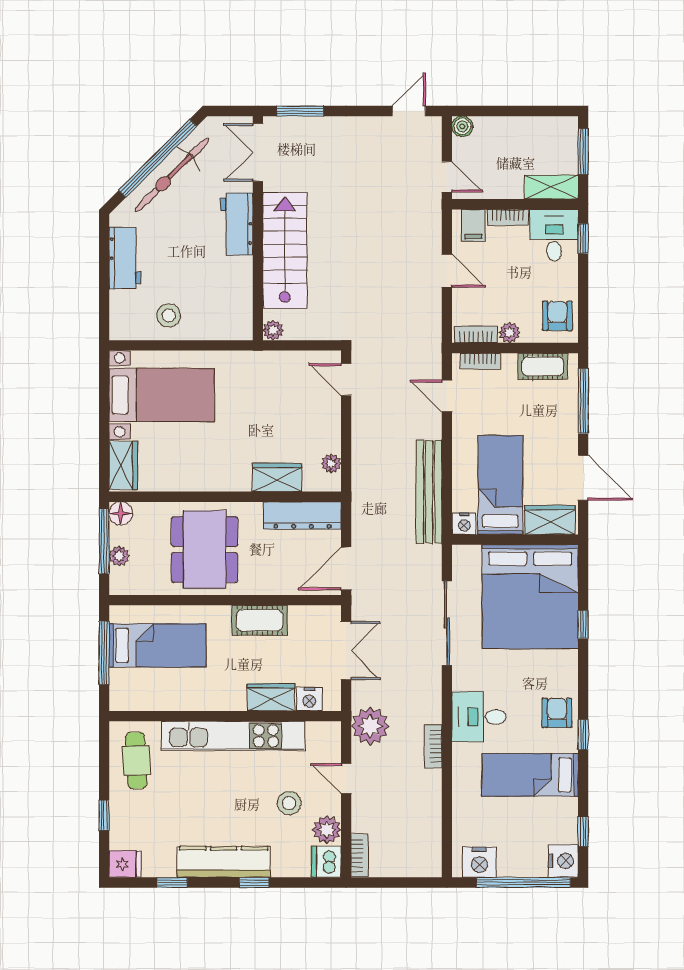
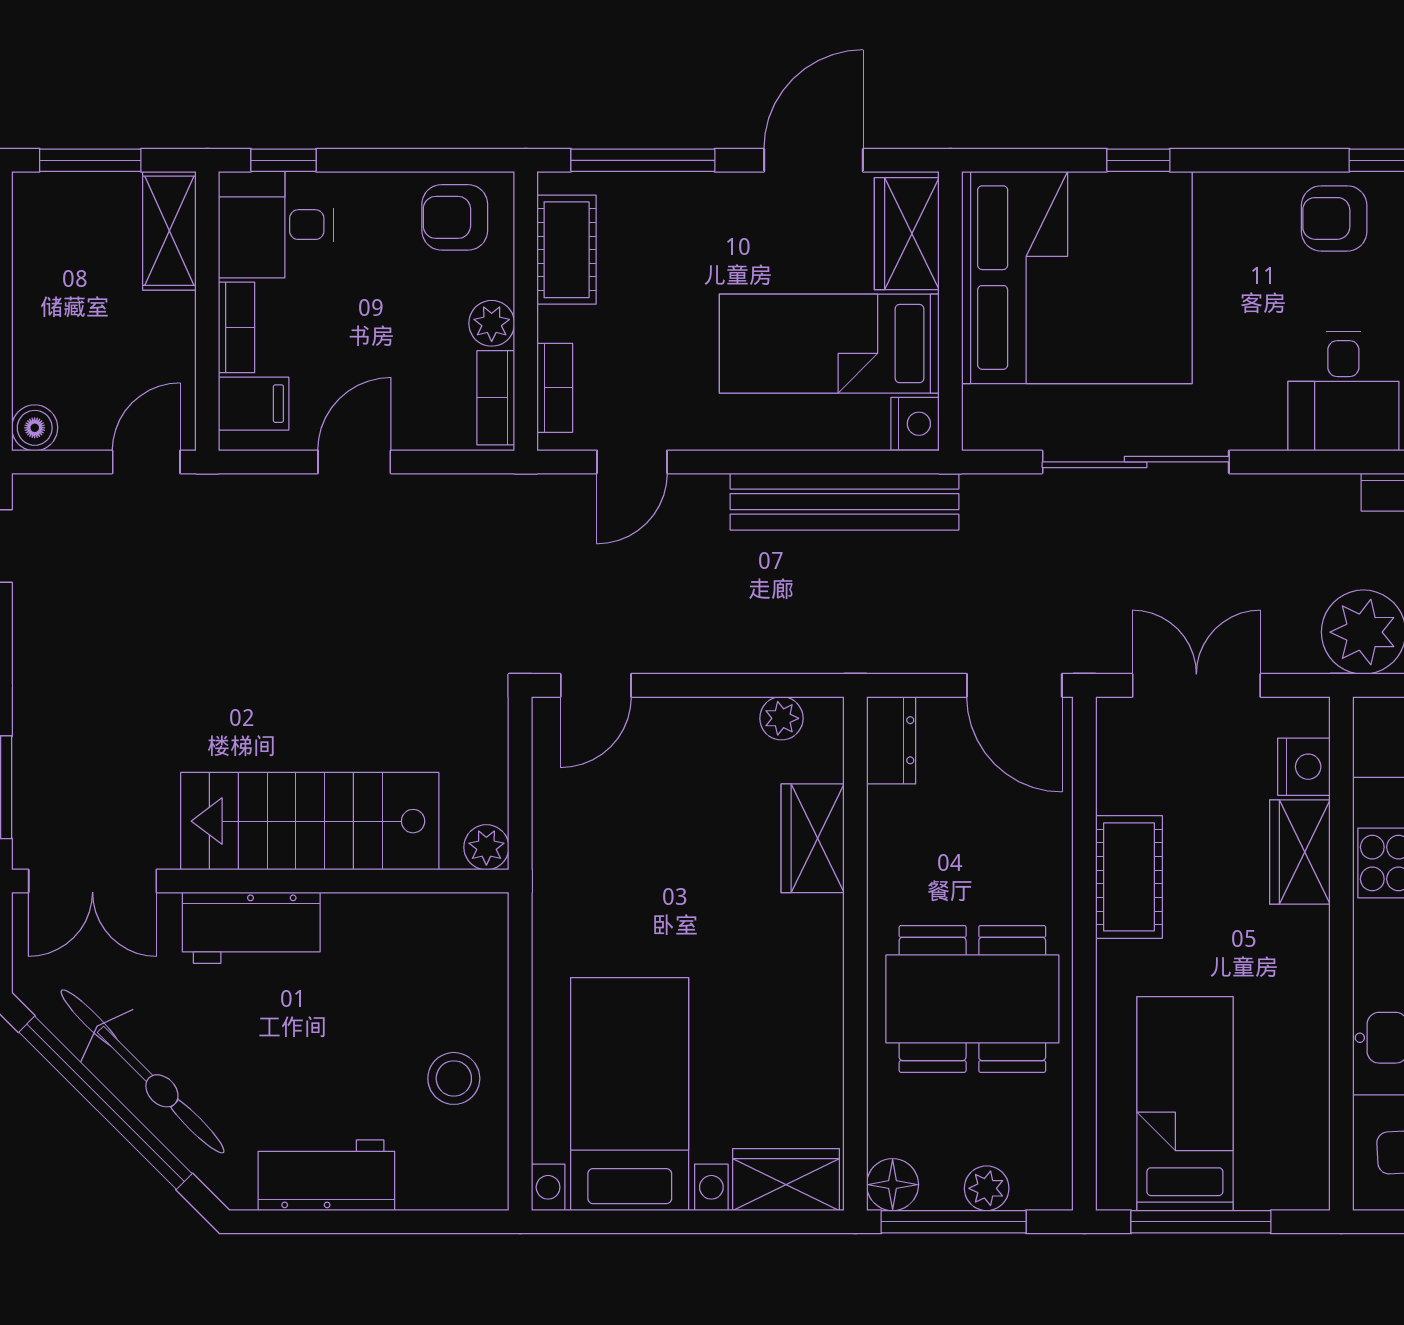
dresser: (302, 516) -> (891, 740), width x0.51, depth x0.80

